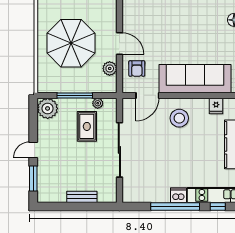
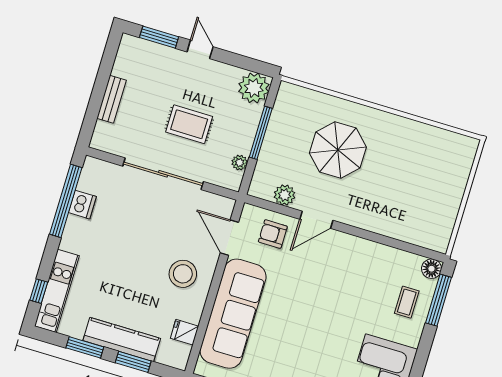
parasol: (71, 43) -> (338, 150), width x0.73, depth x0.73
rug: (87, 126) -> (189, 124), moved
dishwasher: (179, 195) -> (82, 205), moved
window: (175, 206) -> (66, 201), moved

